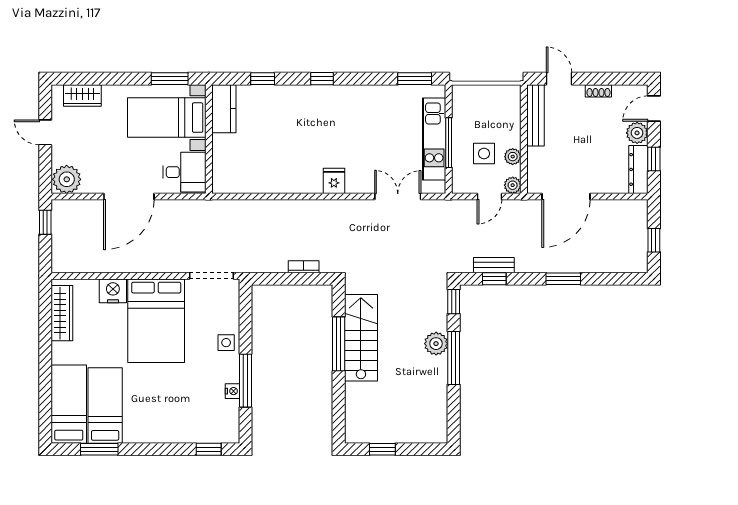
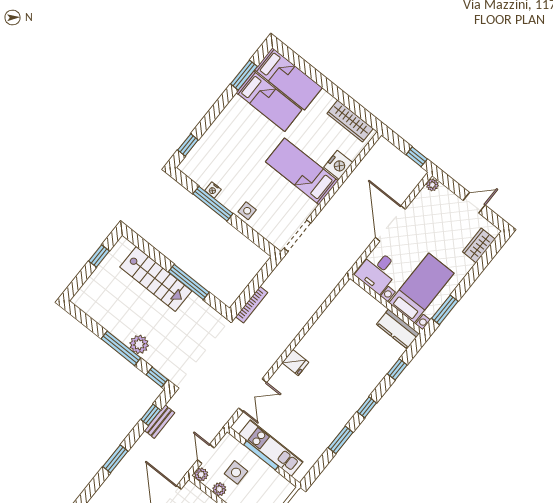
window: (415, 79) -> (341, 440), moved
plant: (67, 179) -> (432, 185), width x0.53, depth x0.53
bookcase: (304, 267) -> (252, 305), width x1.56
bed: (156, 321) -> (302, 171), width x0.67
stairs: (361, 338) -> (156, 279), moved

